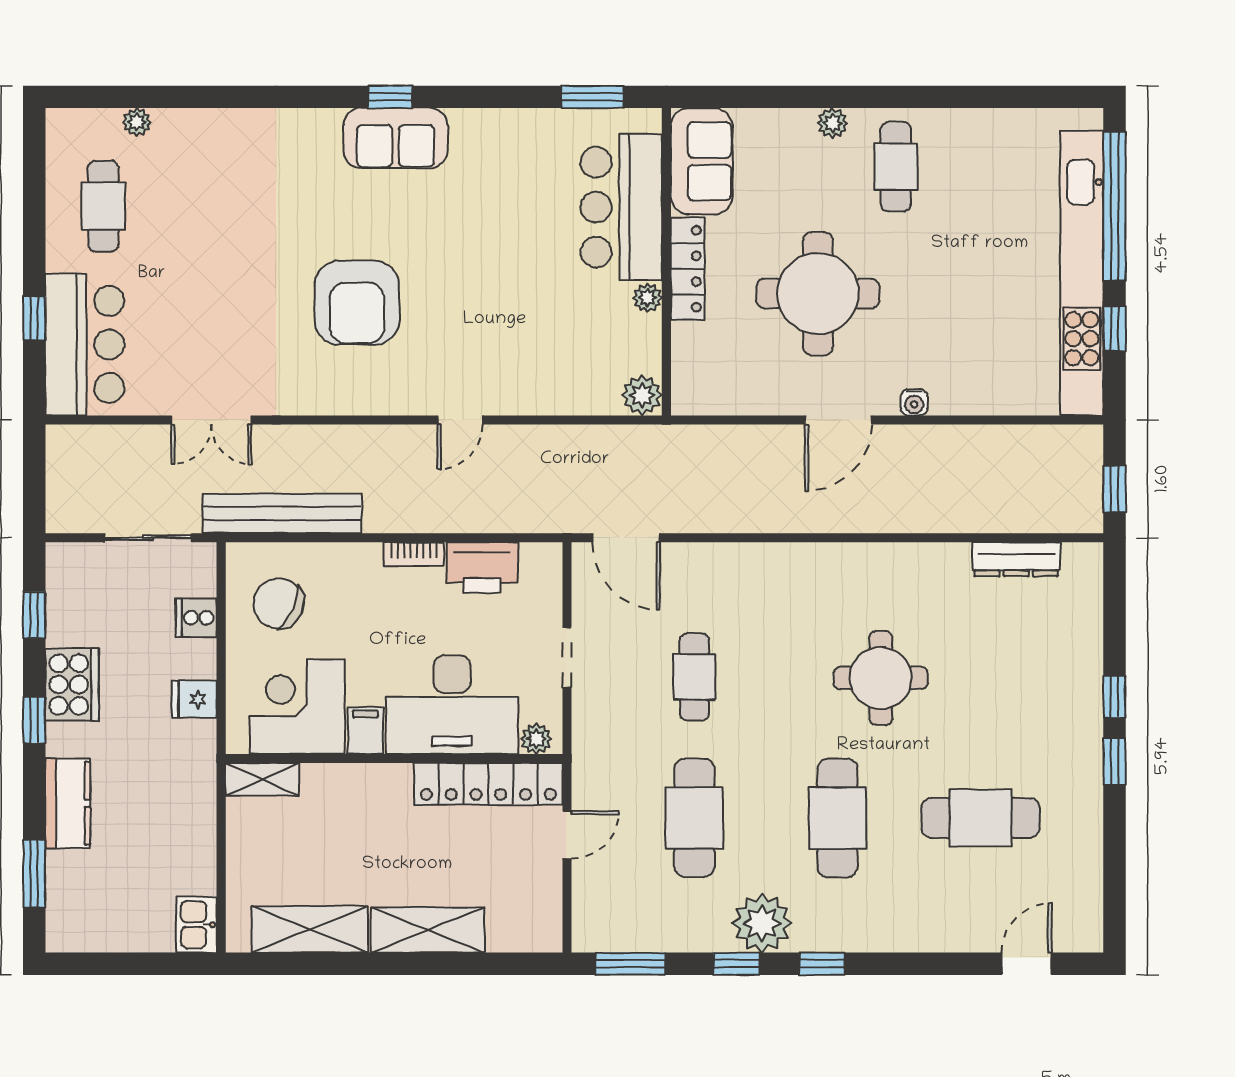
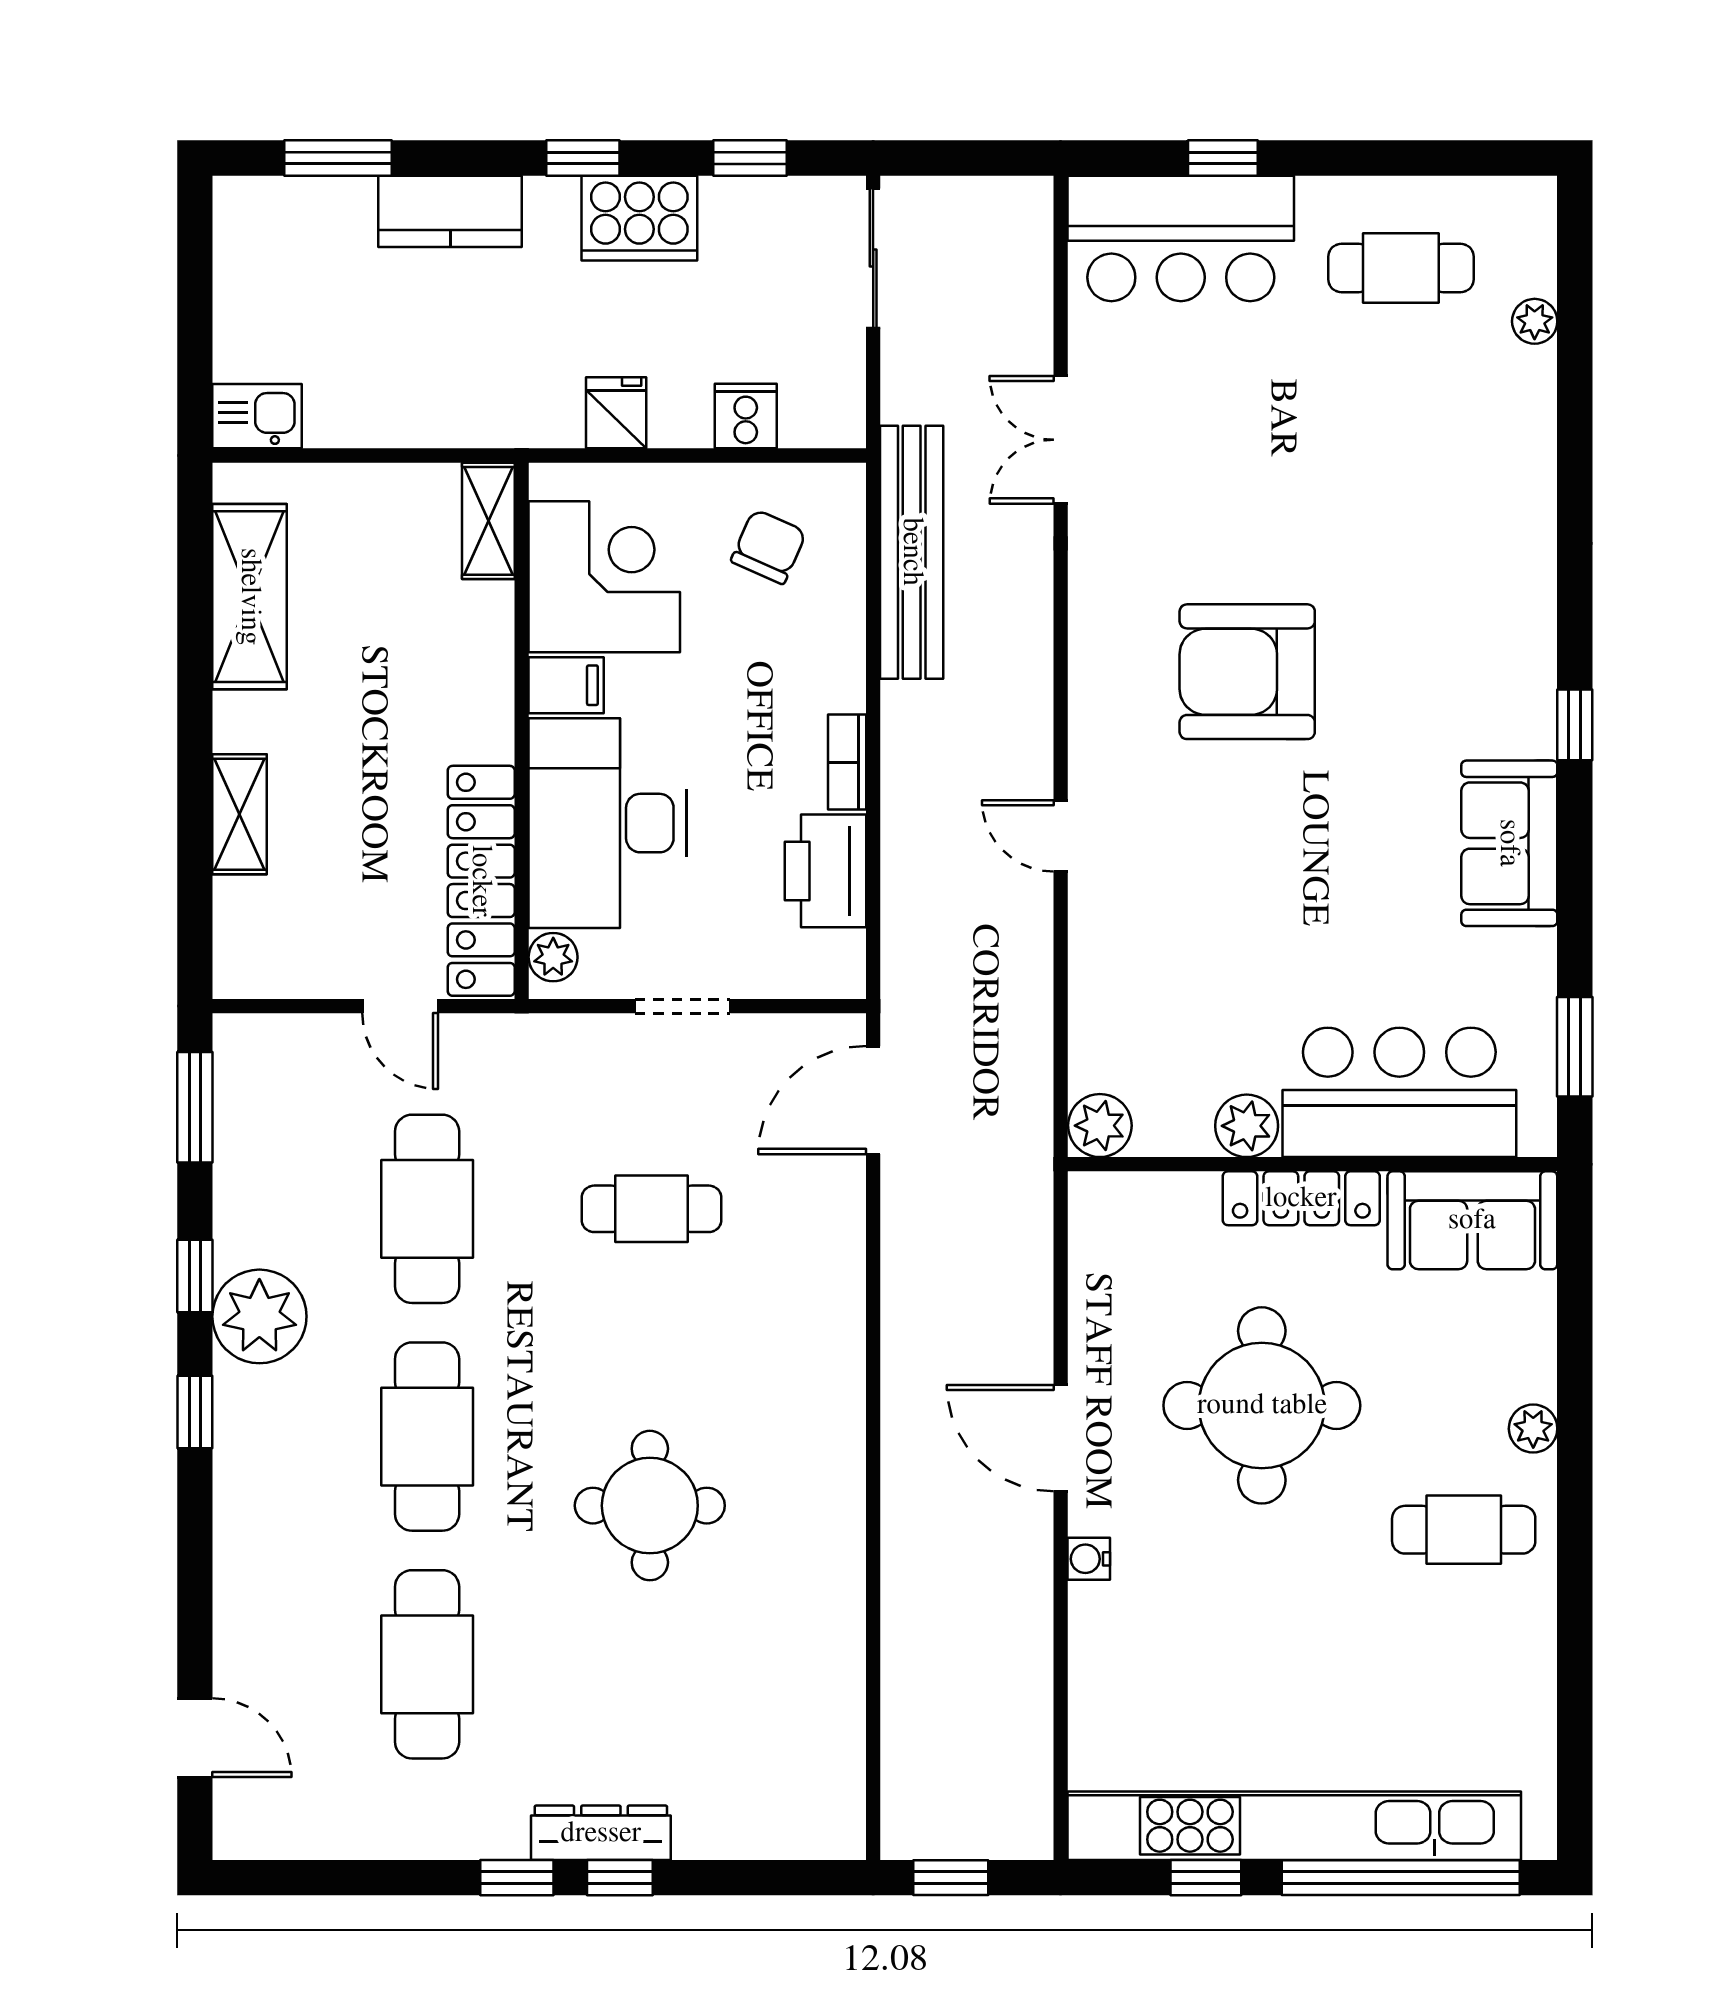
sofa: (396, 138) -> (1509, 843), moved
plant: (648, 298) -> (1247, 1126), width x1.38, depth x1.38
sliding door: (148, 538) -> (873, 258), moved
dresser: (1016, 559) -> (601, 1833), moved, turned 90
chair: (278, 603) -> (769, 547), width x0.73, depth x0.73
cafe table: (694, 818) -> (427, 1209), turned 90
cafe table: (837, 818) -> (427, 1437), turned 90
shelving: (428, 930) -> (240, 814), width x0.67, depth x0.75

